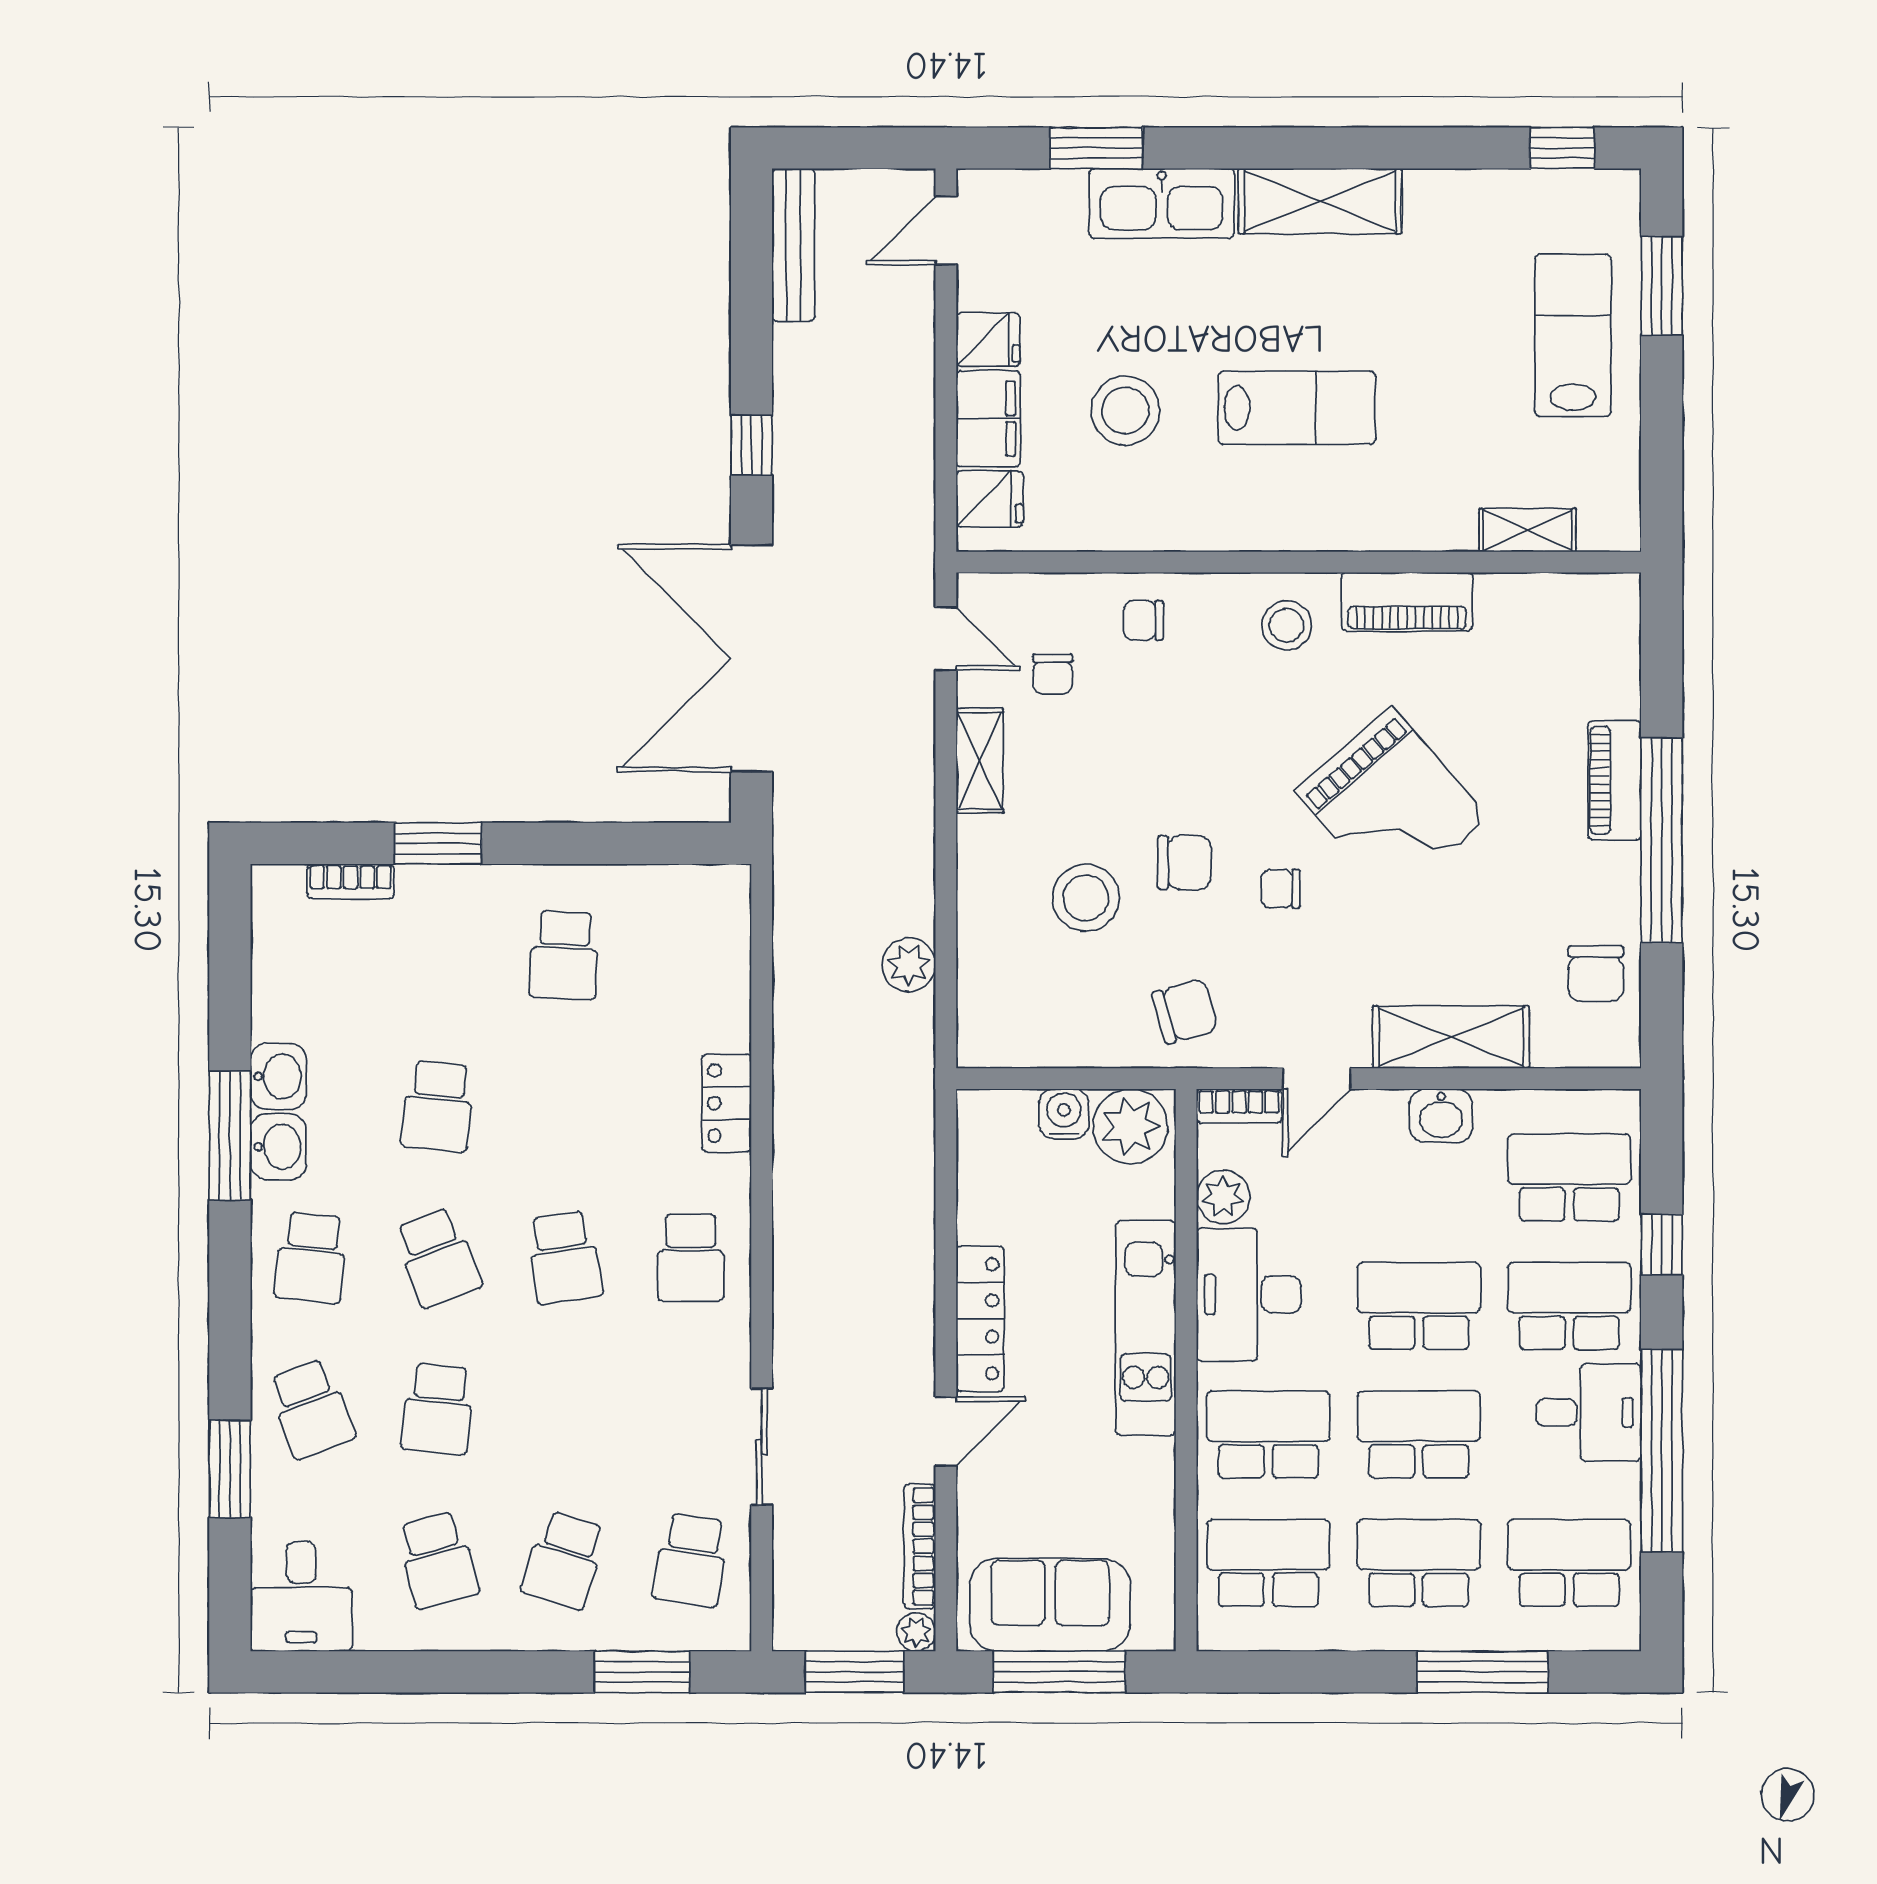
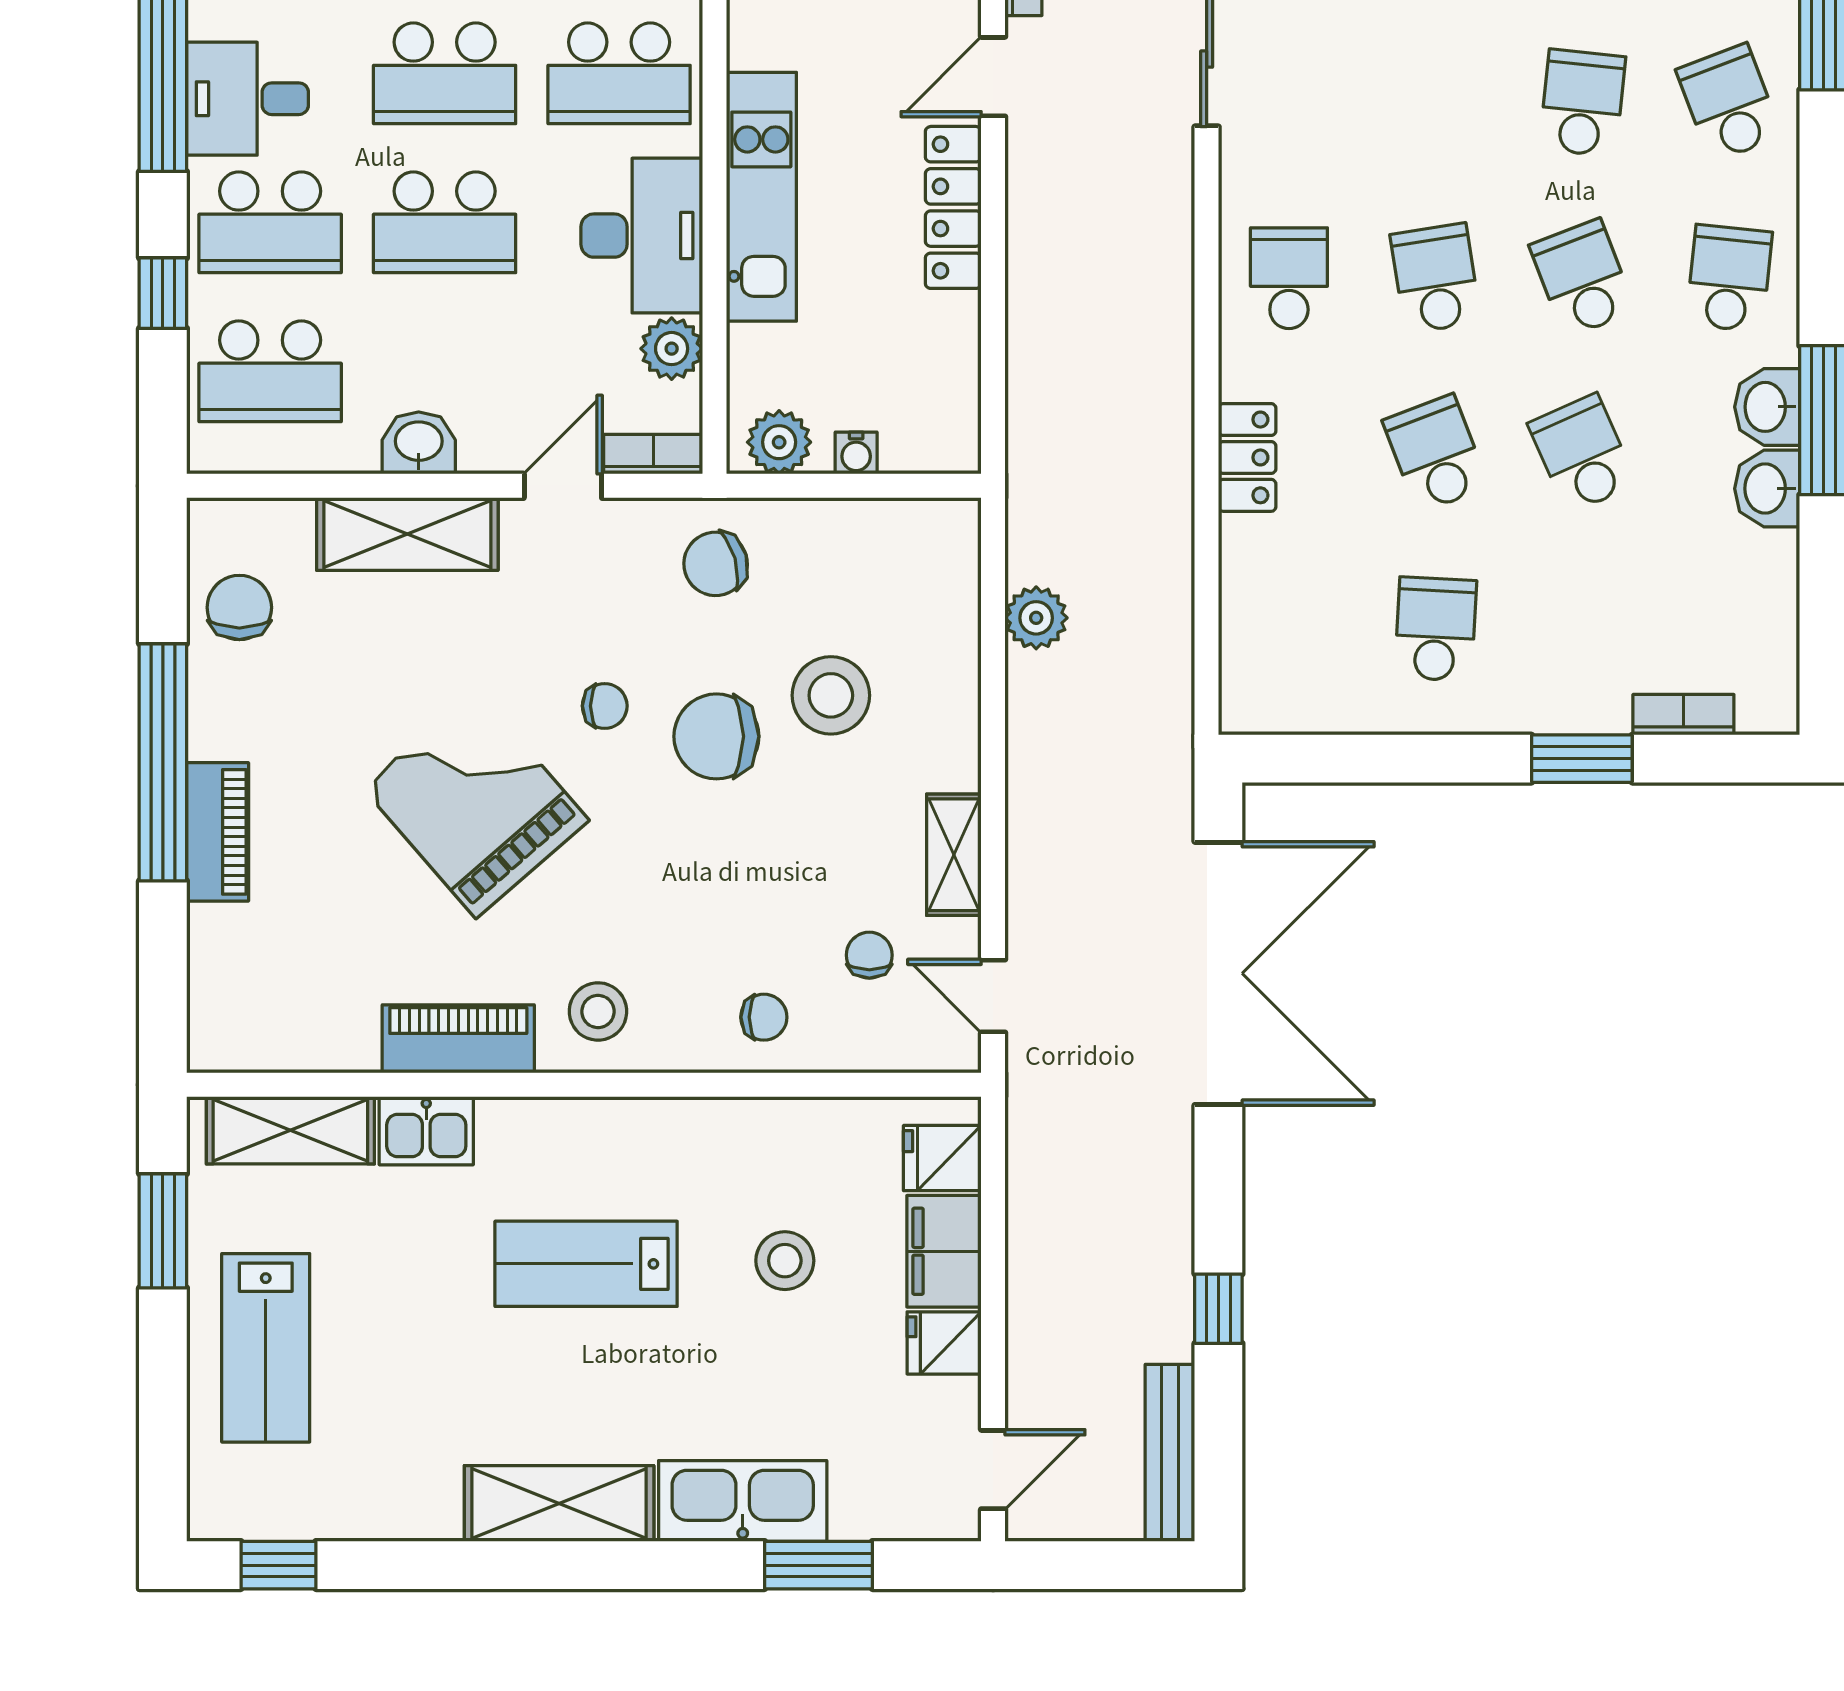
window: (1662, 286) -> (163, 1231), moved
stool: (1125, 411) -> (785, 1261), width x0.73, depth x0.73
window: (751, 445) -> (1218, 1309), moved
kitchen sink: (1435, 523) -> (426, 1131), added
shelving: (1528, 530) -> (290, 1130), width x1.50, depth x1.33
chair: (1184, 863) -> (716, 736), width x1.37, depth x1.37
school desk: (438, 1106) -> (1582, 454), turned -30
school desk: (564, 1106) -> (1436, 454), added
water cooler: (1064, 1114) -> (856, 453), width x0.72, depth x0.72
plant: (1130, 1126) -> (779, 442), width x0.73, depth x0.73

